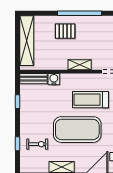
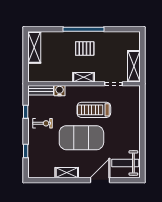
pallet: (65, 31) -> (85, 48), moved
shelving: (27, 41) -> (34, 47), width x0.68
exercise bike: (37, 144) -> (43, 123), moved

